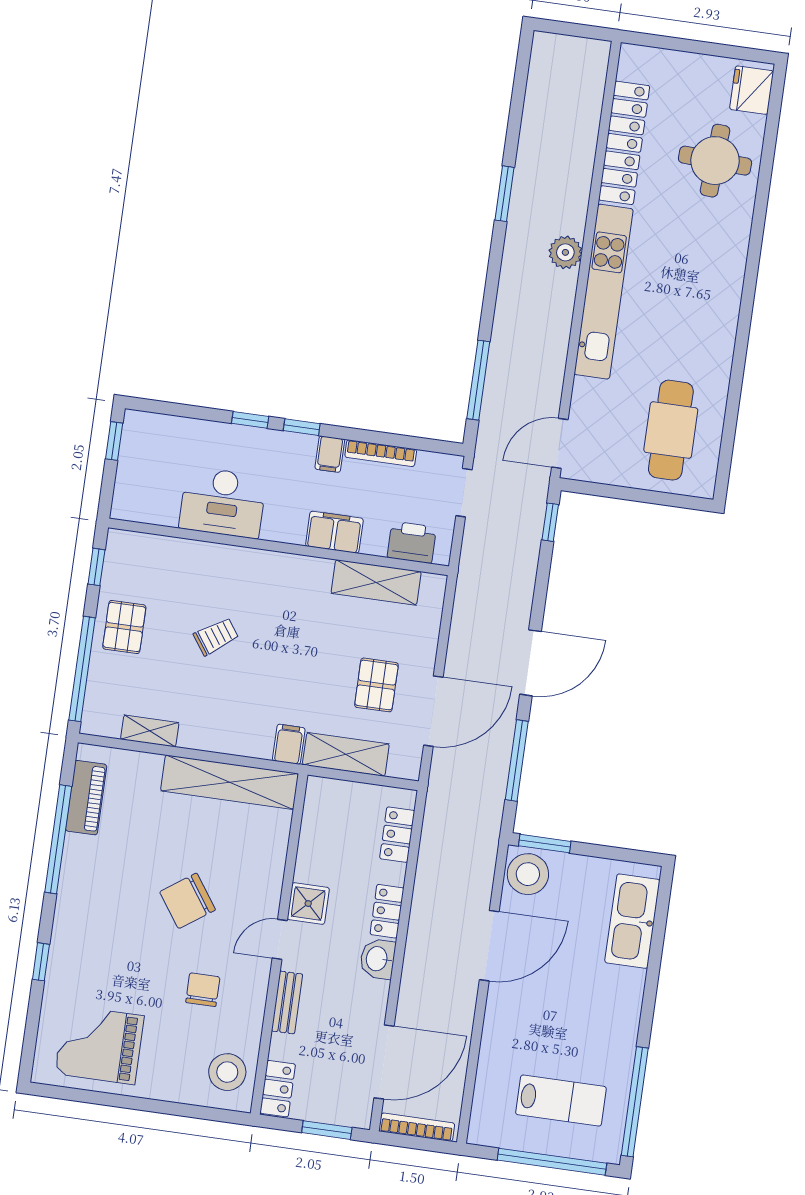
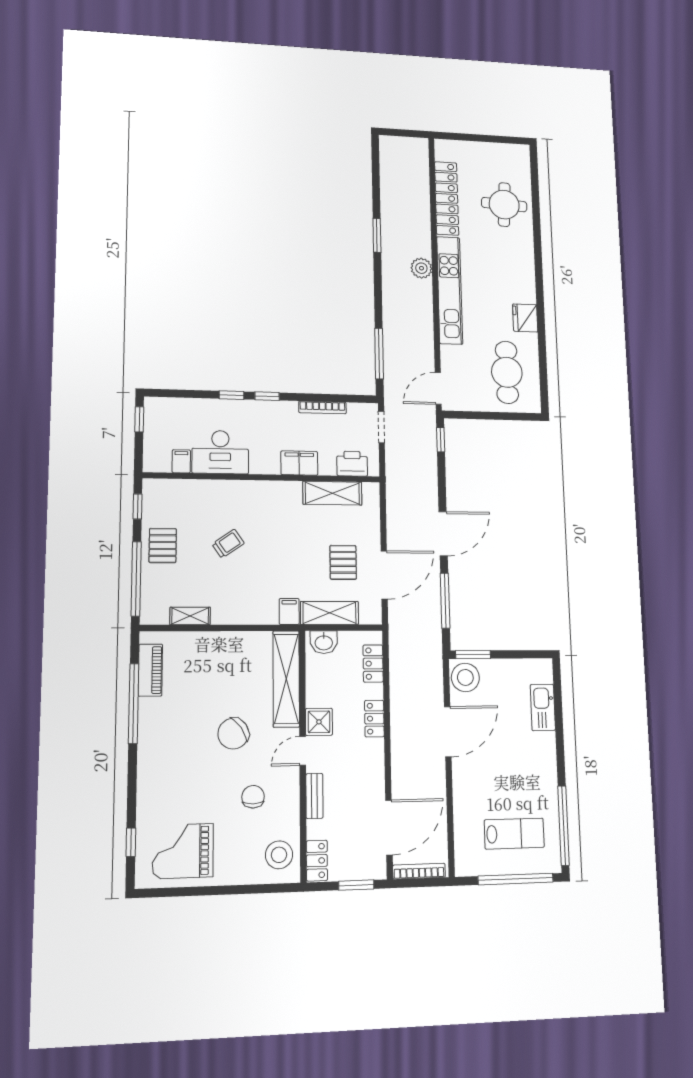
fridge: (752, 90) -> (525, 318), moved
filing cabinet: (330, 454) -> (181, 461), moved, turned 180
shelving: (230, 782) -> (286, 679), moved, turned 90
kitchen sink: (632, 921) -> (543, 707), width x0.73, depth x0.81
washbasin: (378, 959) -> (324, 642), moved, turned -90
window: (41, 962) -> (131, 842), moved

